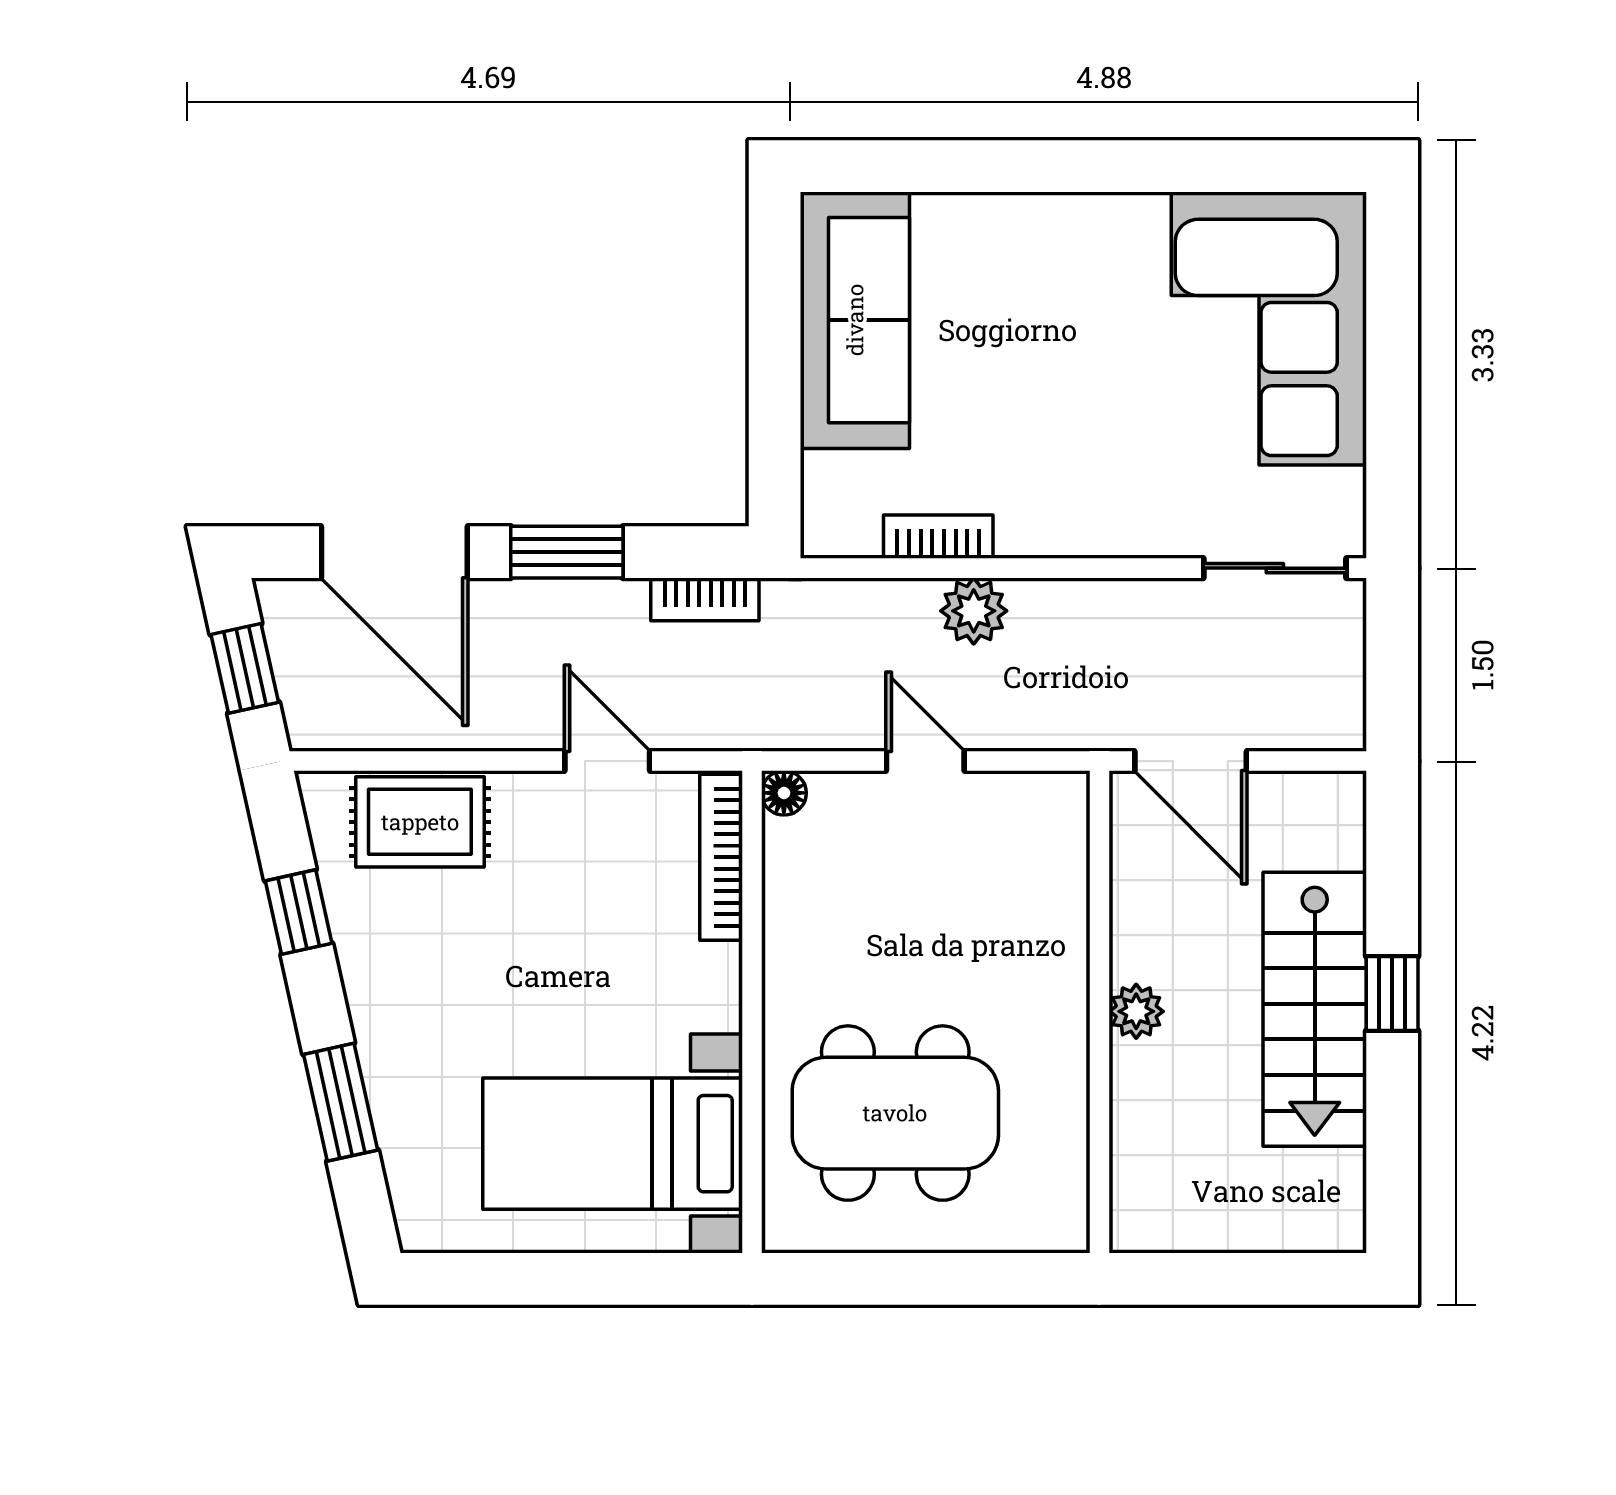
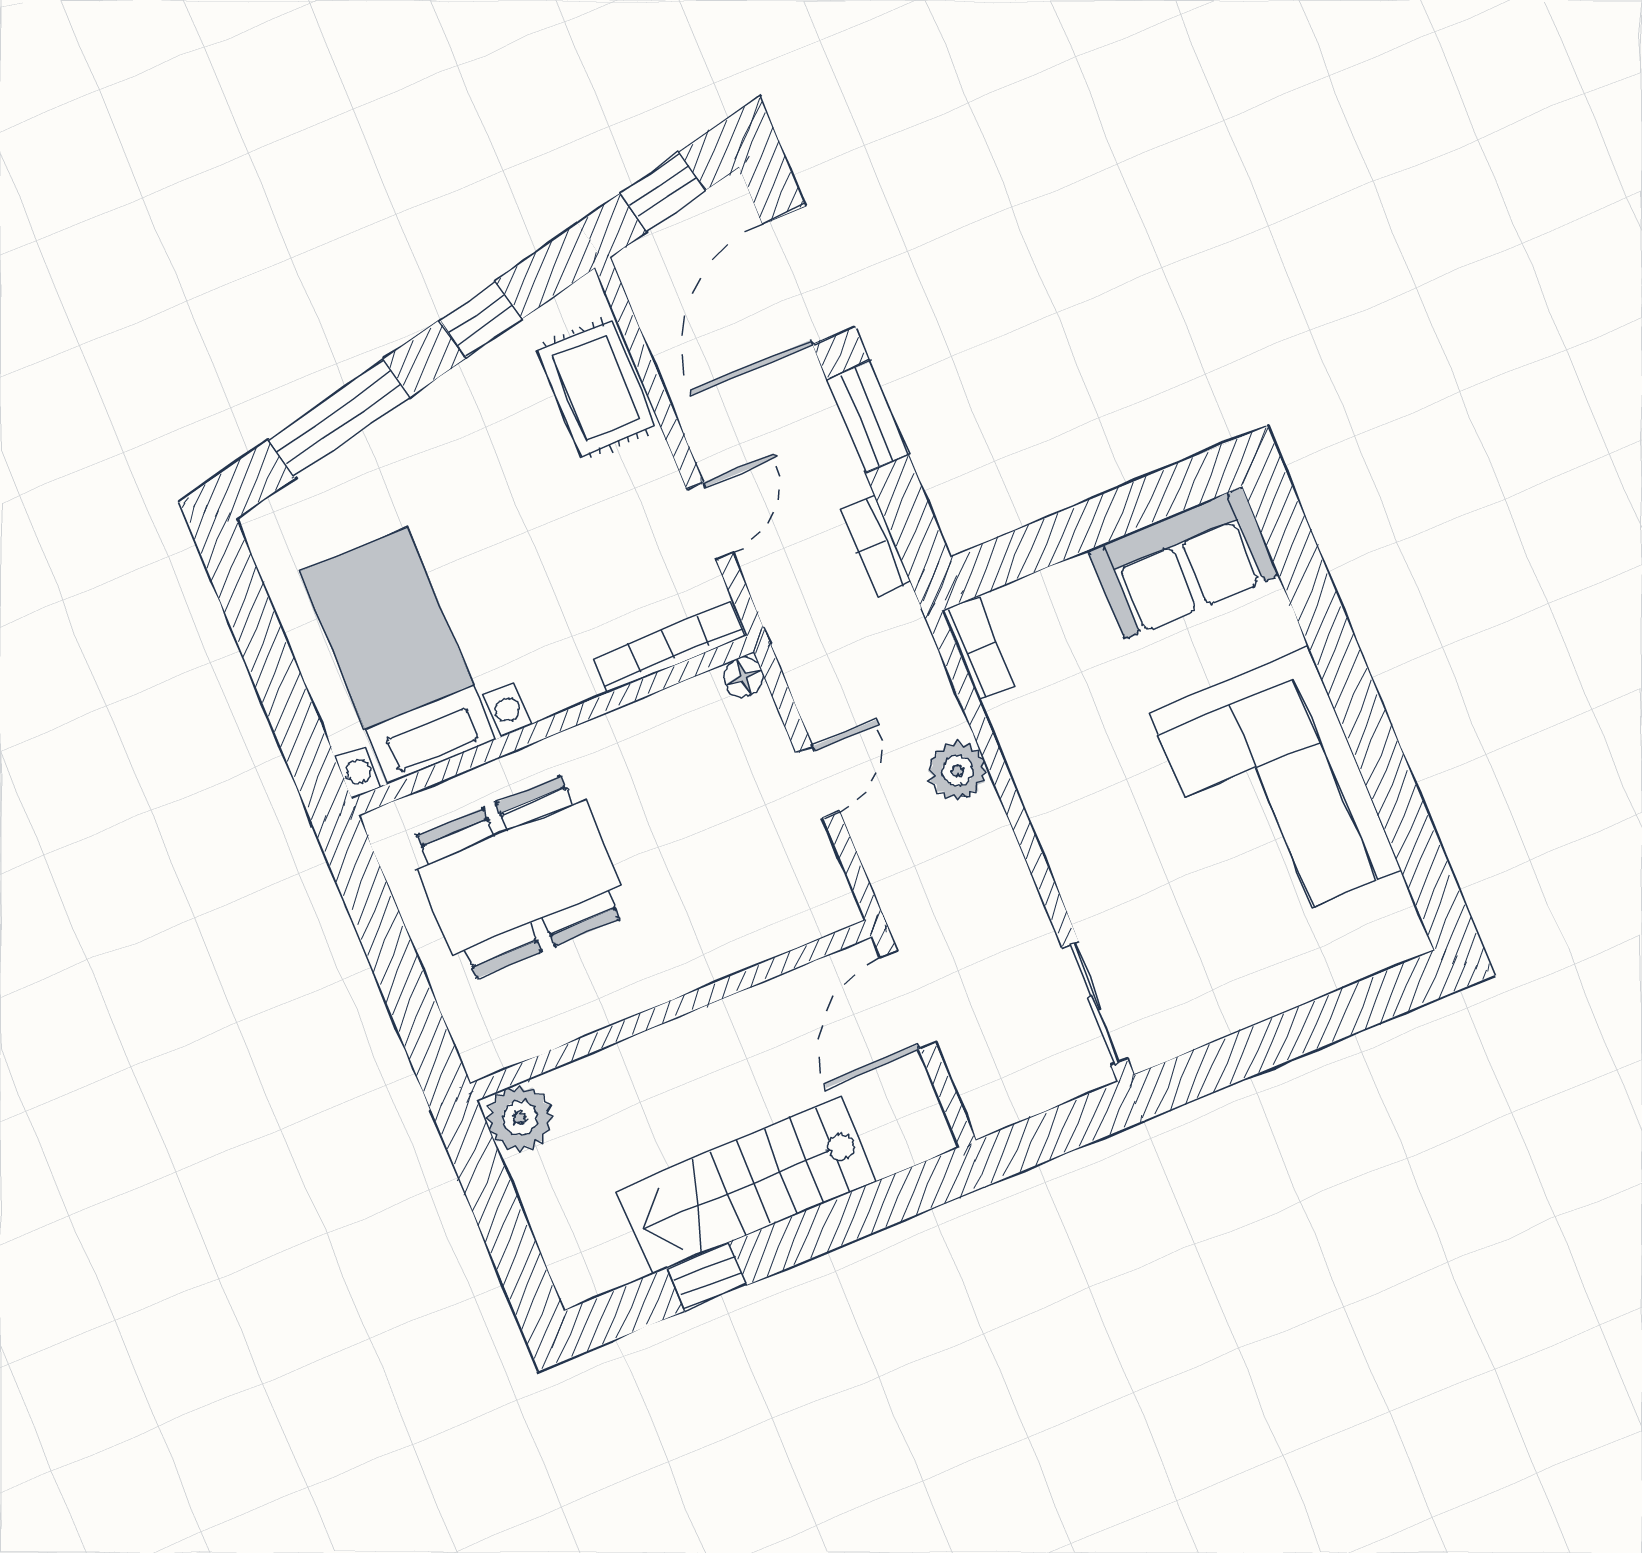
sofa: (855, 320) -> (1183, 563), width x0.73
corner sofa: (1269, 328) -> (1275, 791), moved, turned -90
bookcase: (938, 537) -> (978, 648), moved
window: (1392, 994) -> (707, 1277), moved
plant: (1136, 1011) -> (520, 1118), moved, width x1.38, depth x1.38
window: (341, 1102) -> (339, 418), width x1.44
dining table: (895, 1113) -> (519, 877), turned 90

